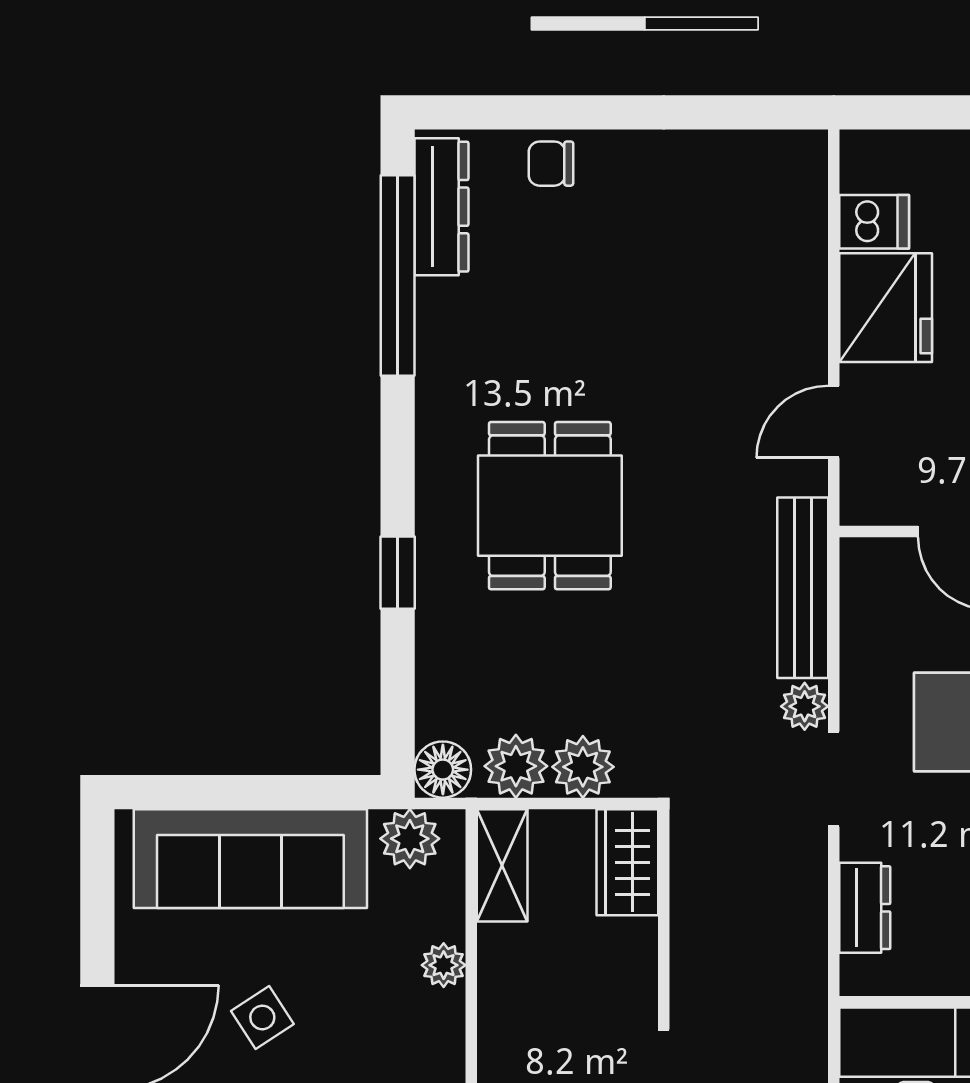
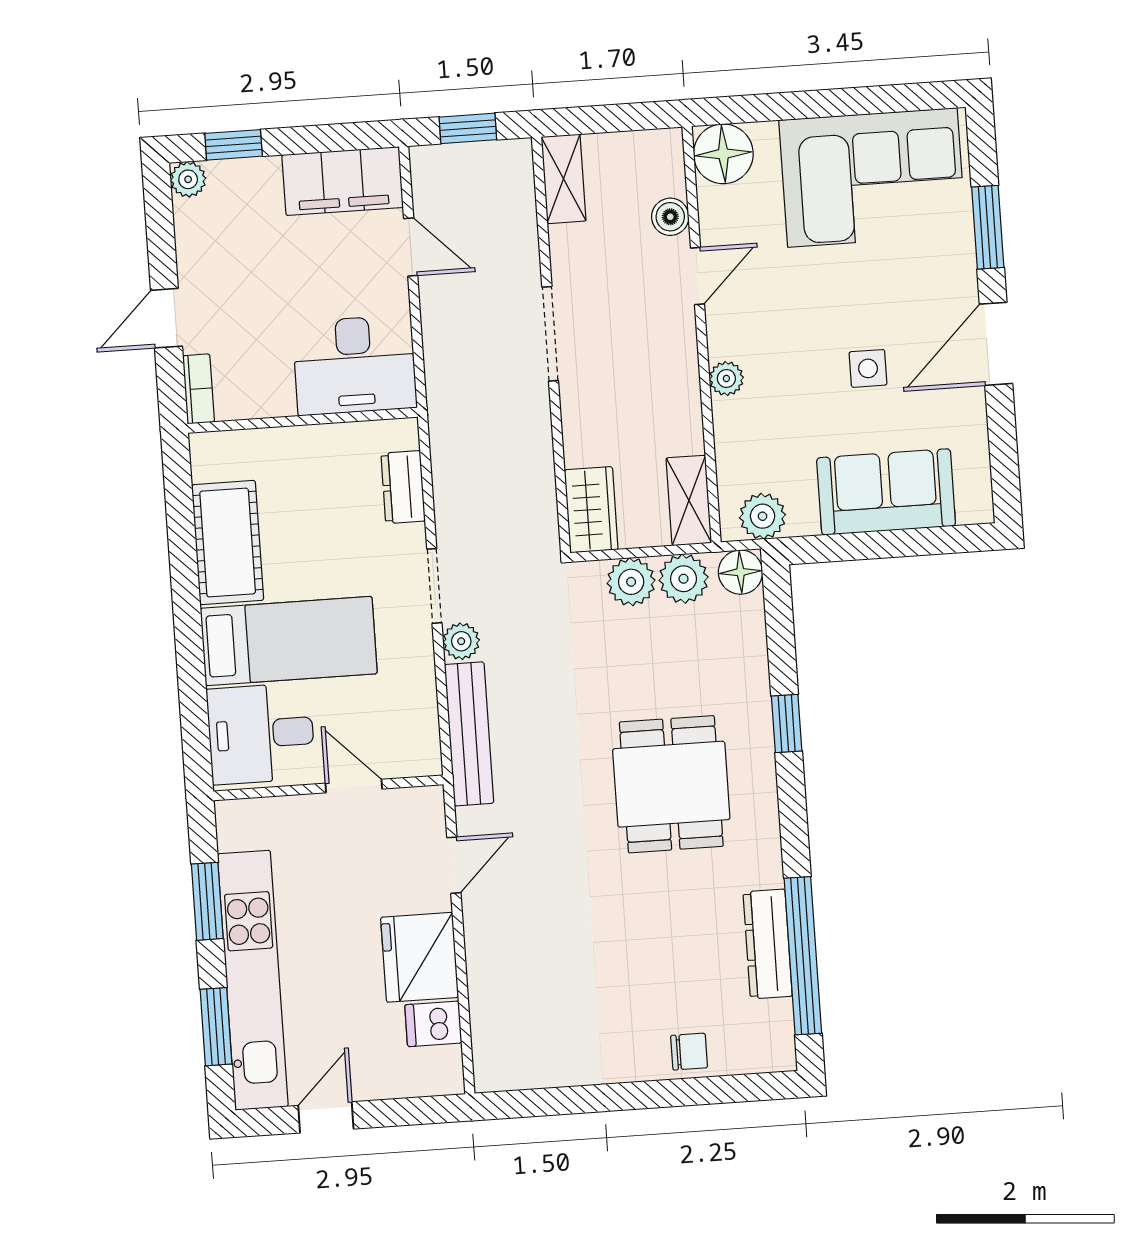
dresser: (441, 207) -> (768, 944), moved
sofa: (250, 859) -> (886, 492), width x0.73
plant: (444, 965) -> (726, 379), moved
side table: (262, 1017) -> (868, 368), turned 33

